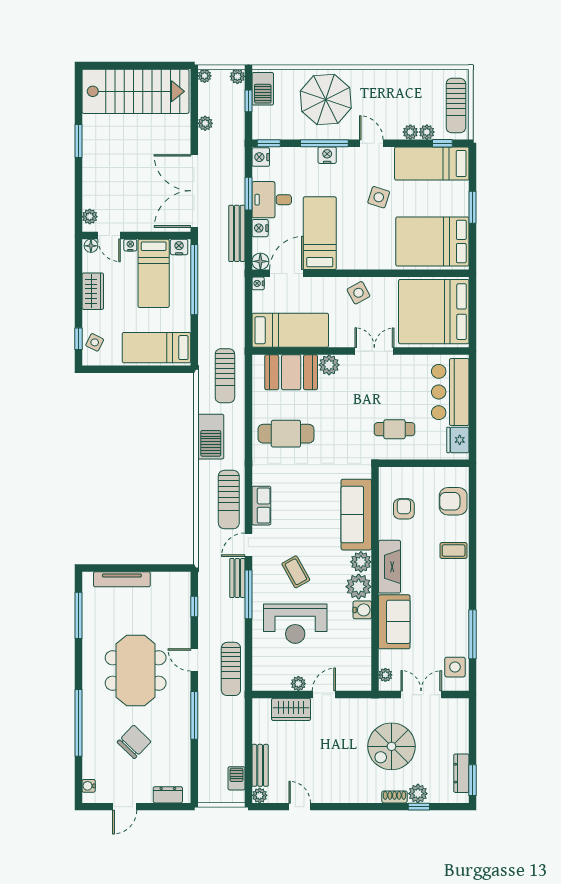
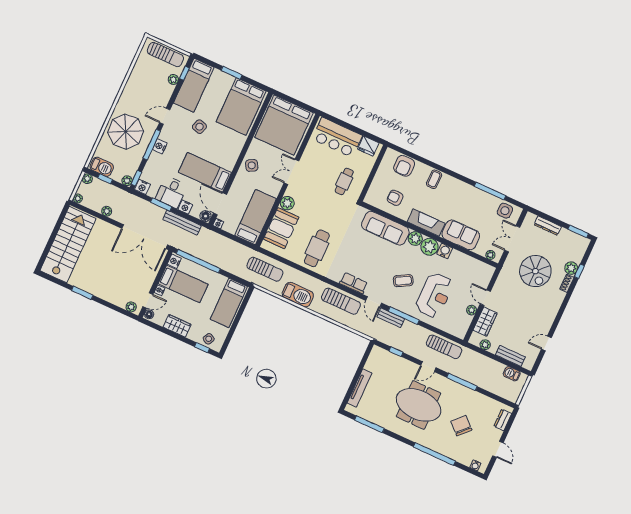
plant: (410, 132) -> (127, 181), moved
dresser: (461, 773) -> (548, 226), moved
plant: (260, 795) -> (485, 345), moved

